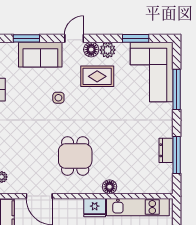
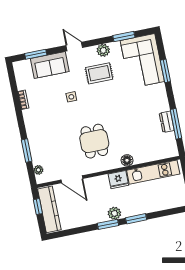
door: (74, 38) -> (74, 46), hinge flipped
floor lamp: (91, 50) -> (90, 53), removed
window: (177, 89) -> (165, 71), width x0.69

